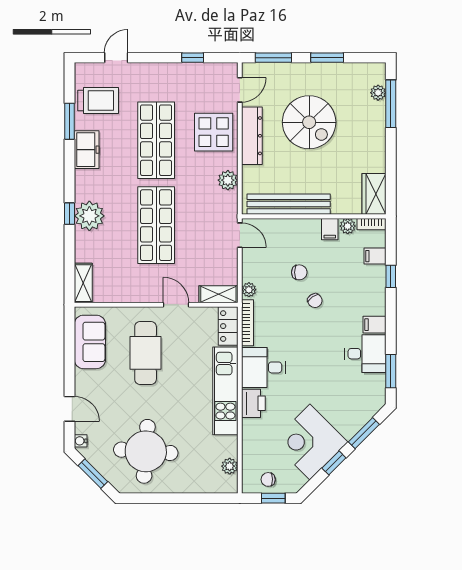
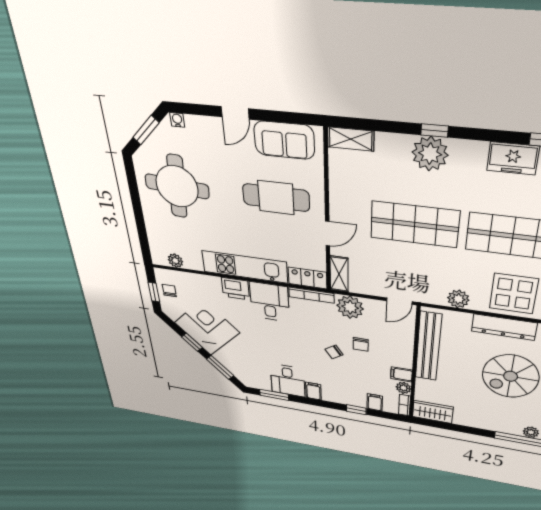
plant: (249, 290) -> (350, 307), width x1.87, depth x1.87
door: (69, 409) -> (235, 113), moved

